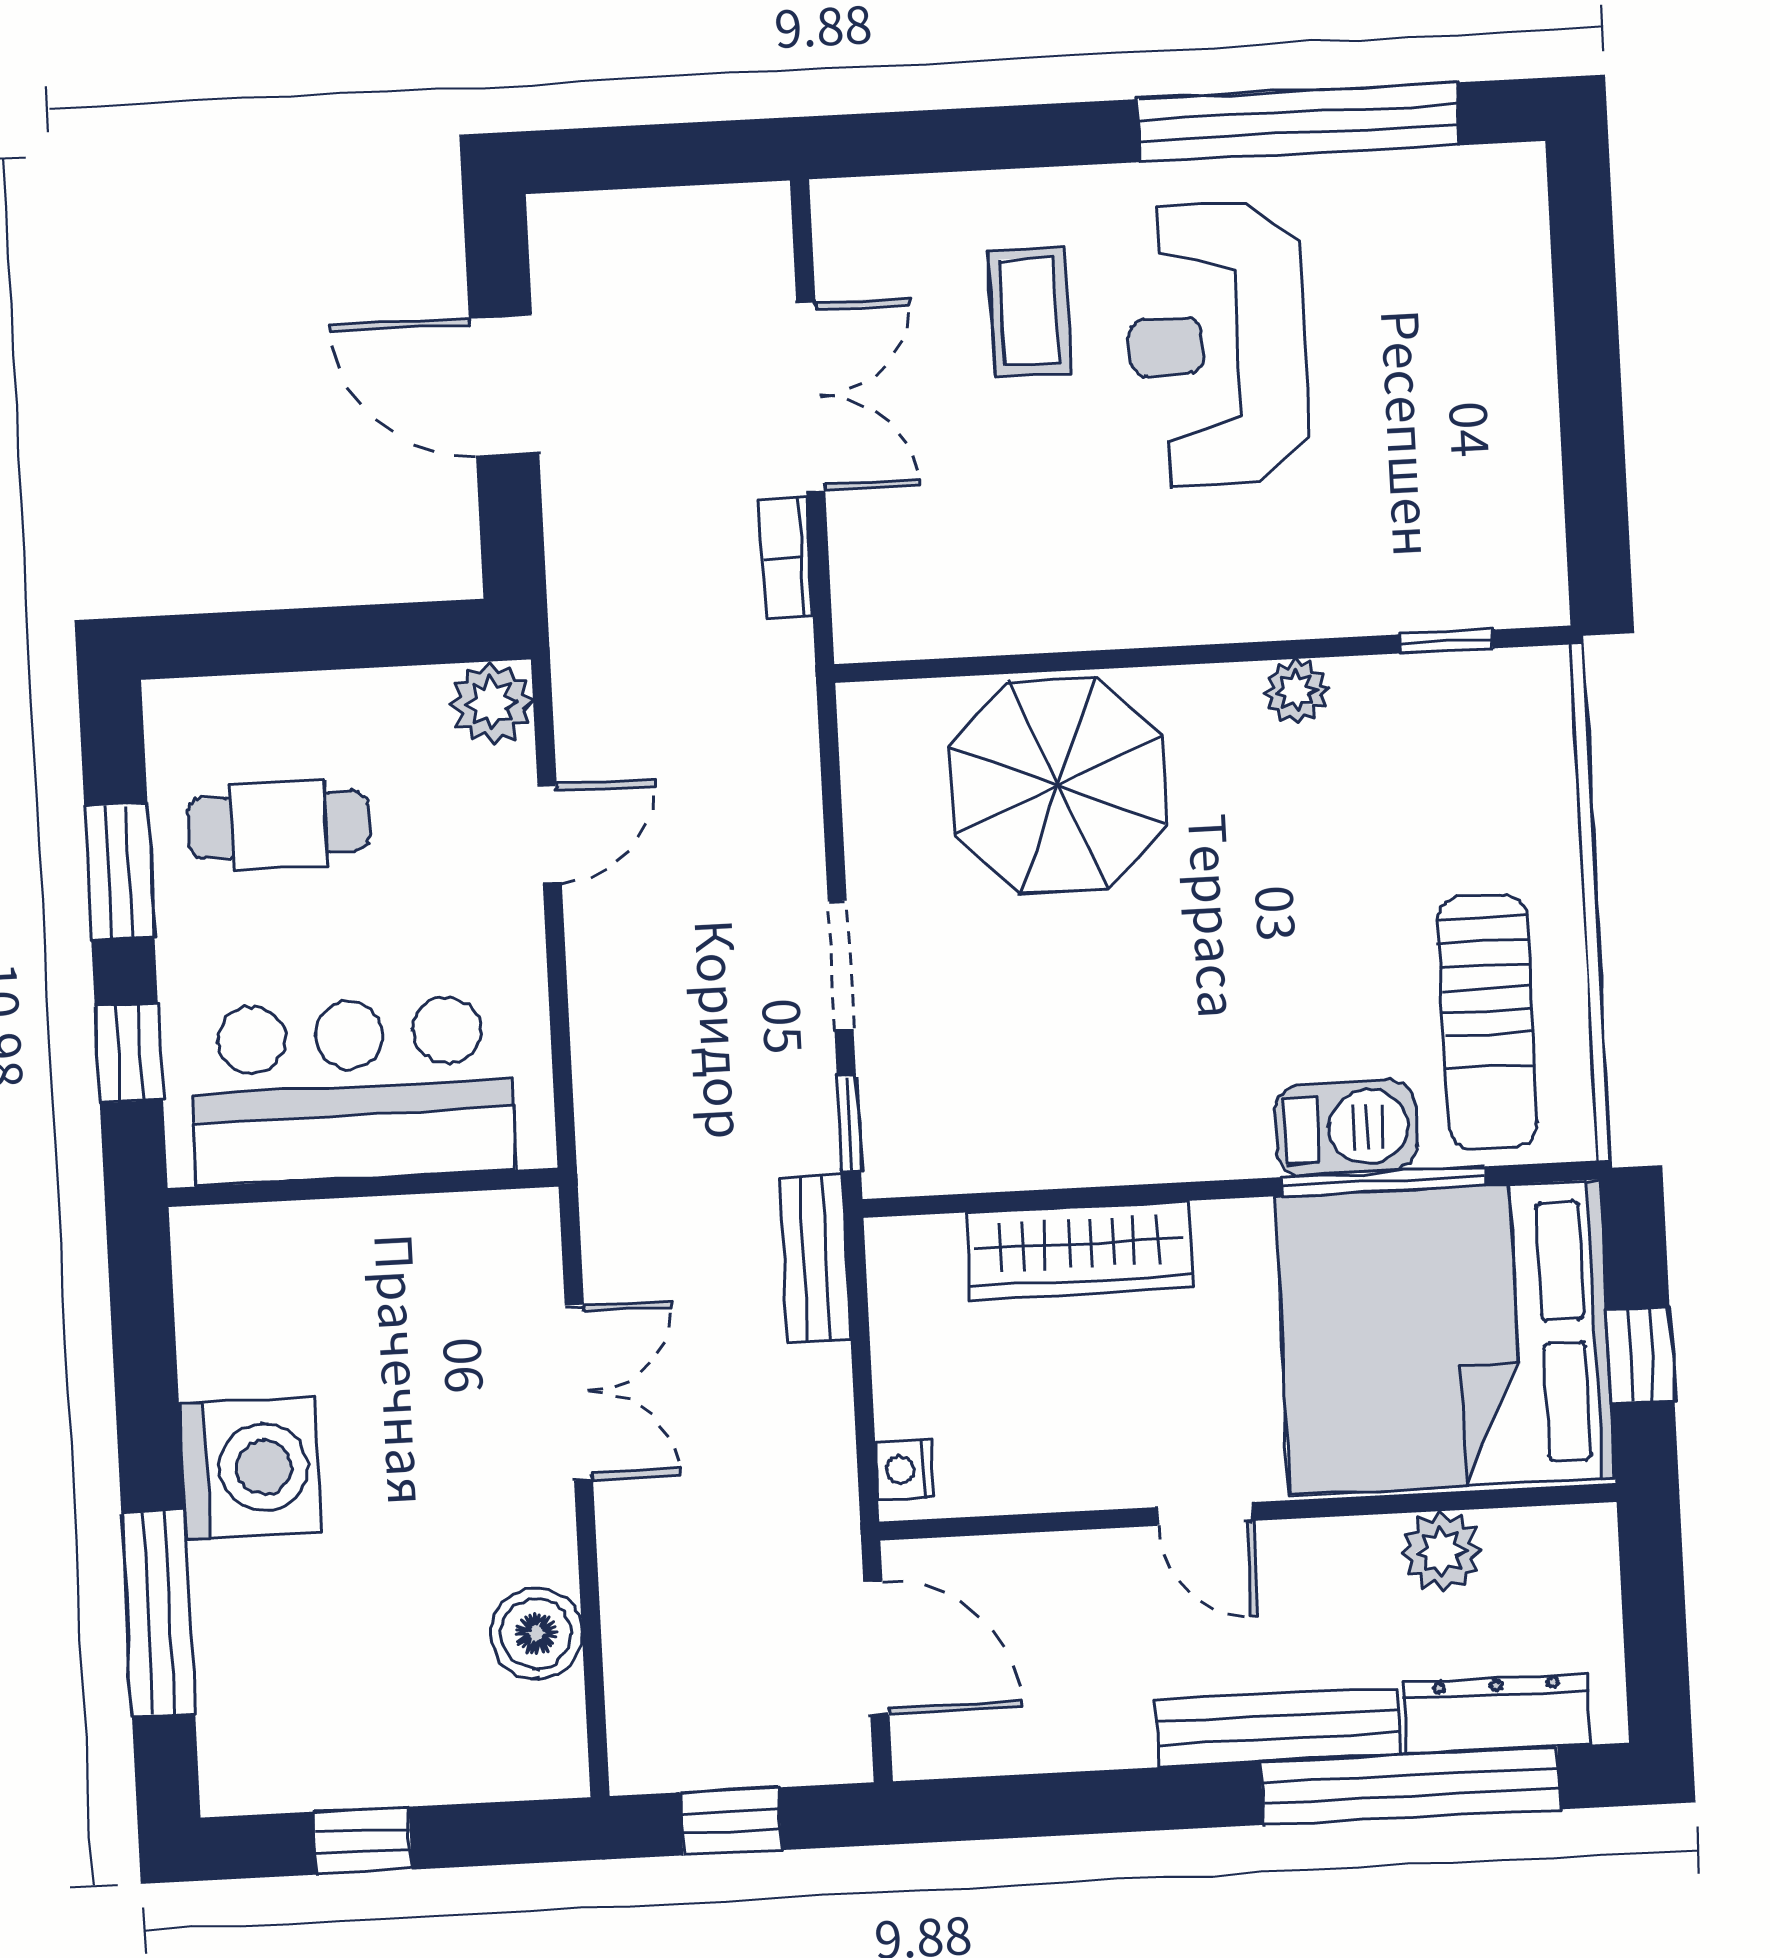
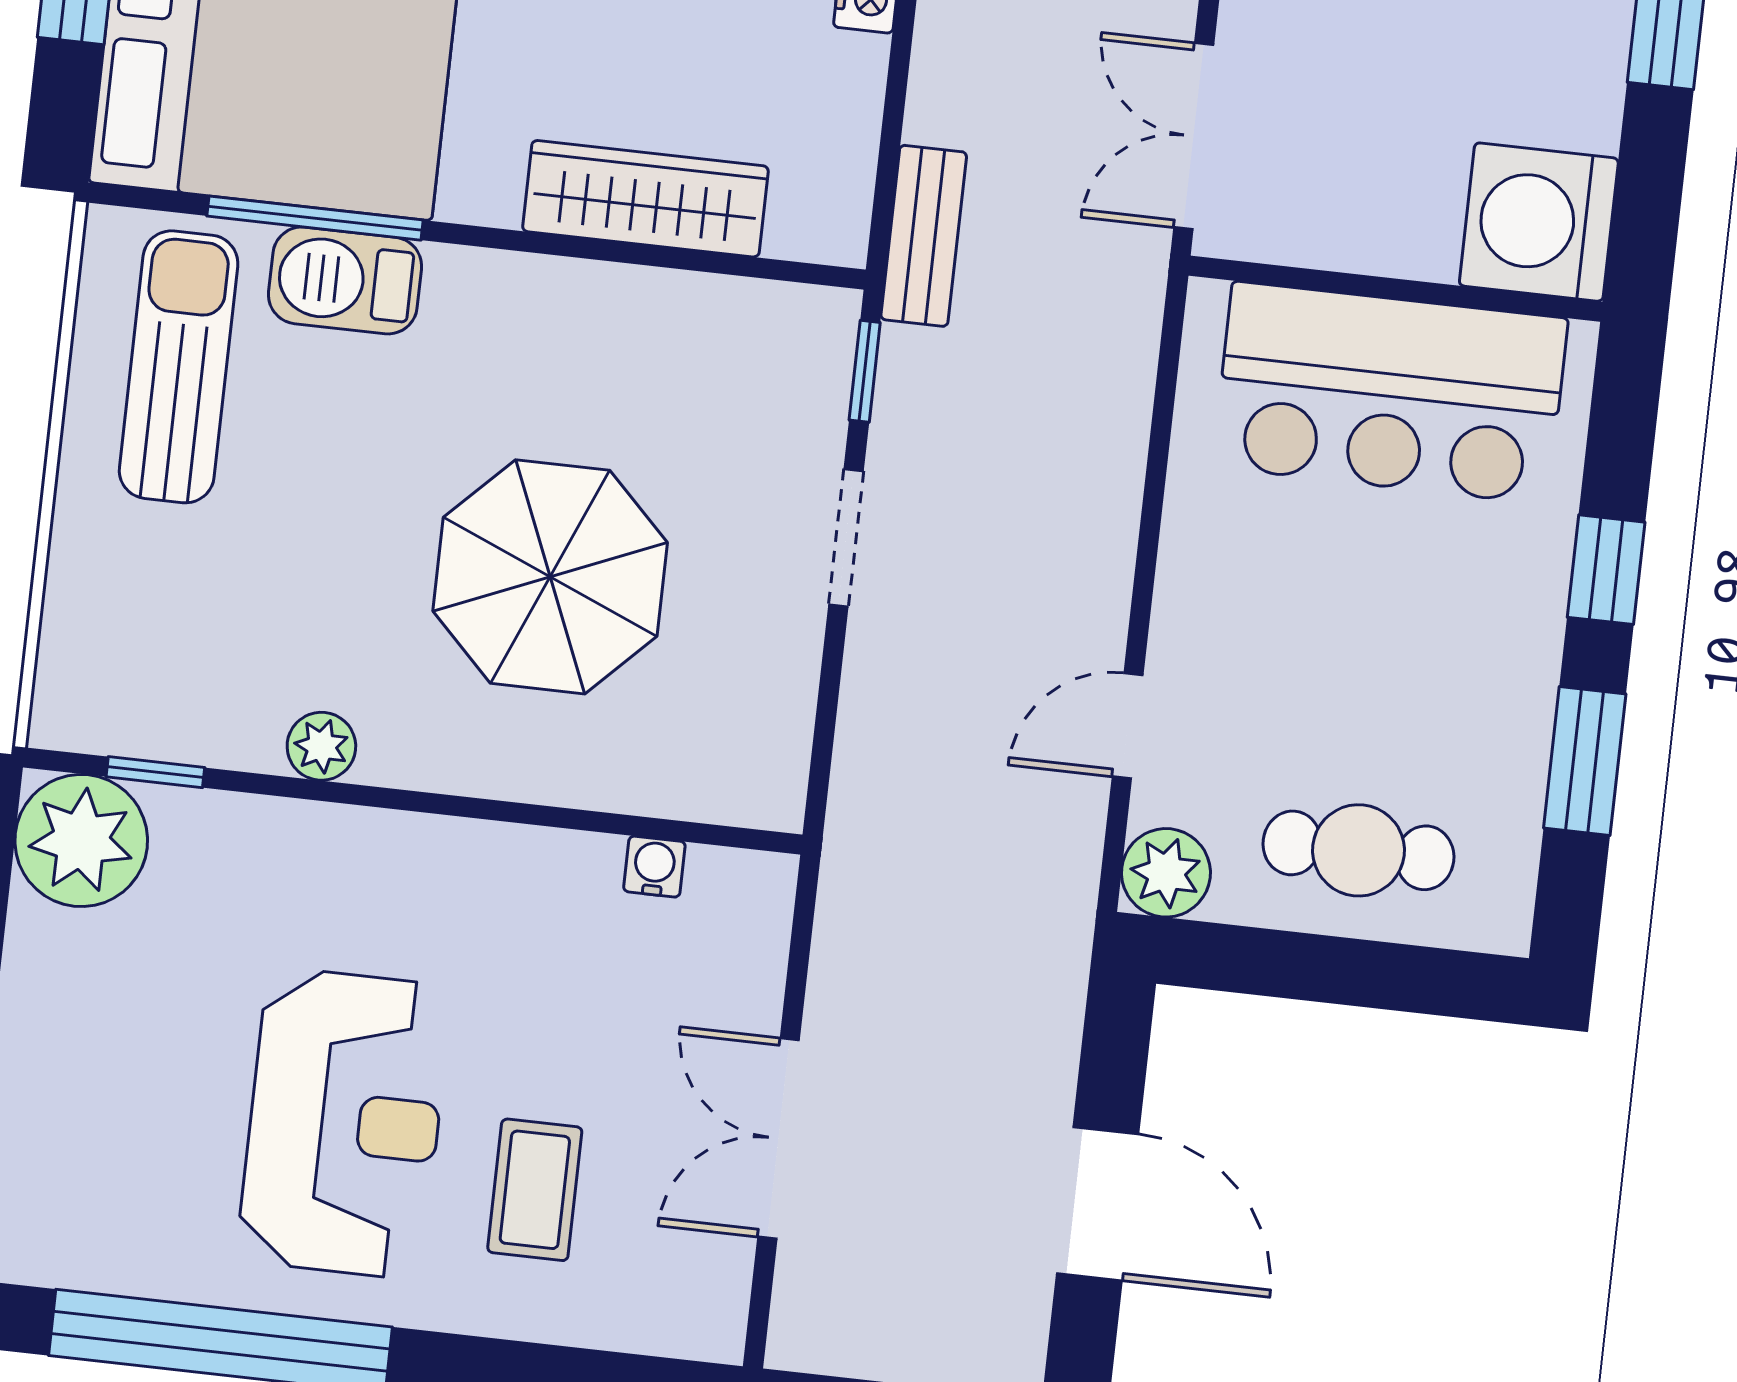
bookcase: (786, 558) -> (833, 974), removed
plant: (1505, 566) -> (81, 841), added
water cooler: (968, 630) -> (654, 867), added
parasol: (1058, 785) -> (550, 577), moved
cafe table: (278, 825) -> (1358, 850), moved
bar counter: (352, 1090) -> (1390, 393), moved
wall: (363, 1187) -> (1395, 289), moved
washing machine: (250, 1468) -> (1539, 222), moved

